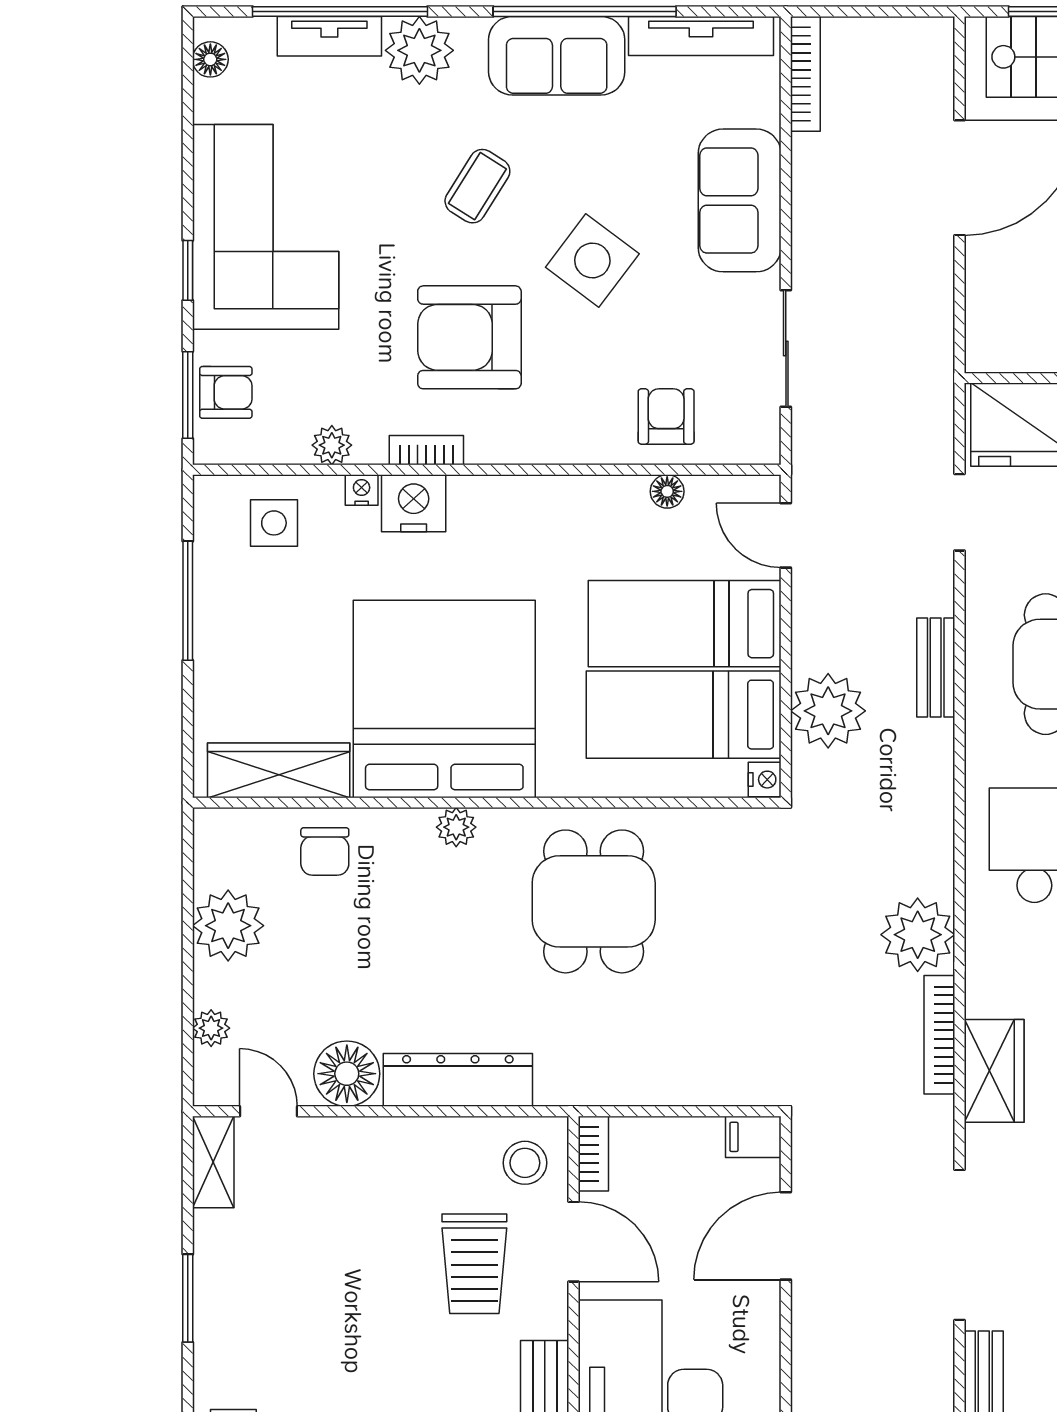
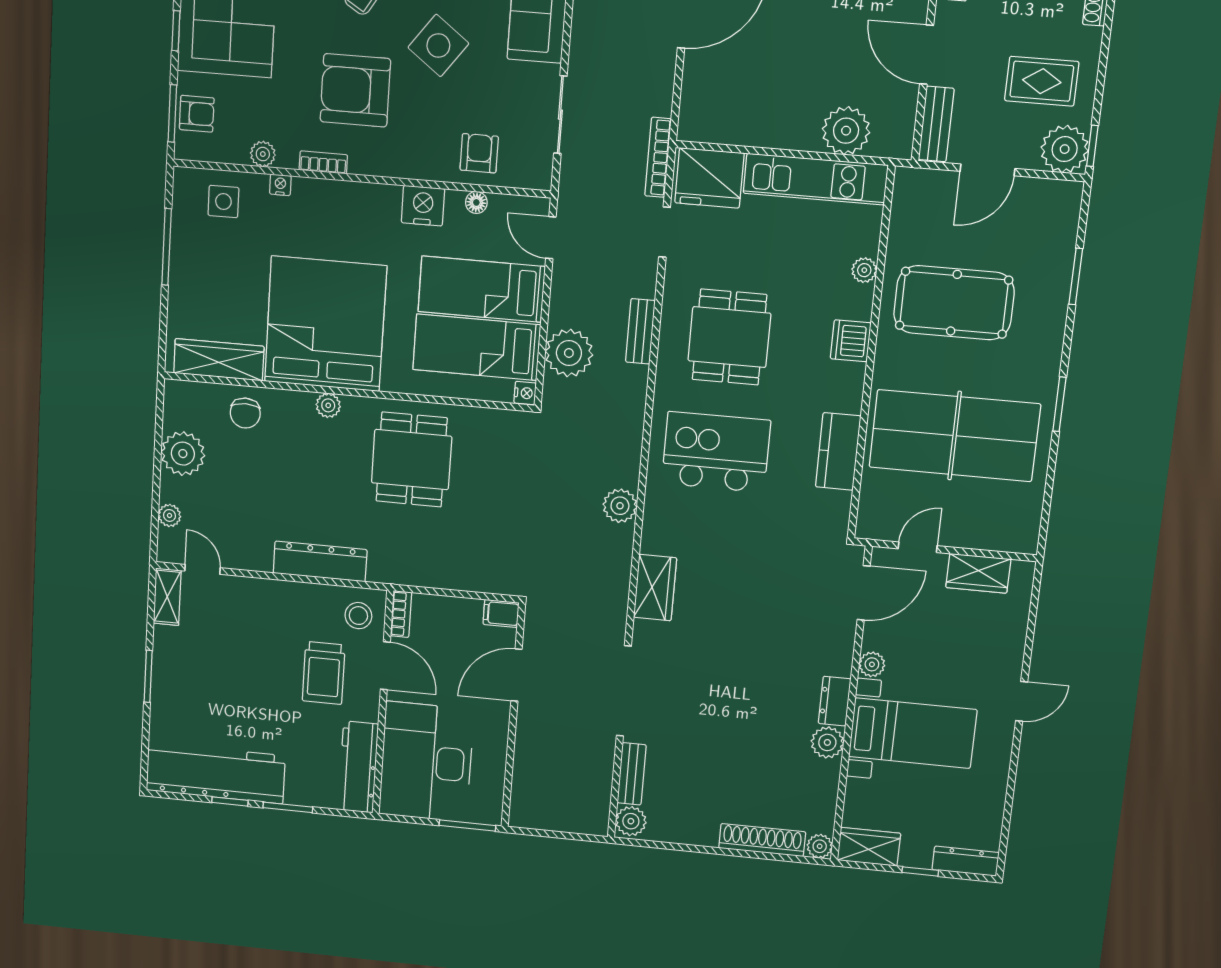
nightstand: (414, 503) -> (423, 206), moved
plant: (918, 935) -> (620, 506), width x0.73, depth x0.73
bookcase: (939, 1035) -> (658, 157), moved
floor lamp: (347, 1074) -> (252, 551), removed

